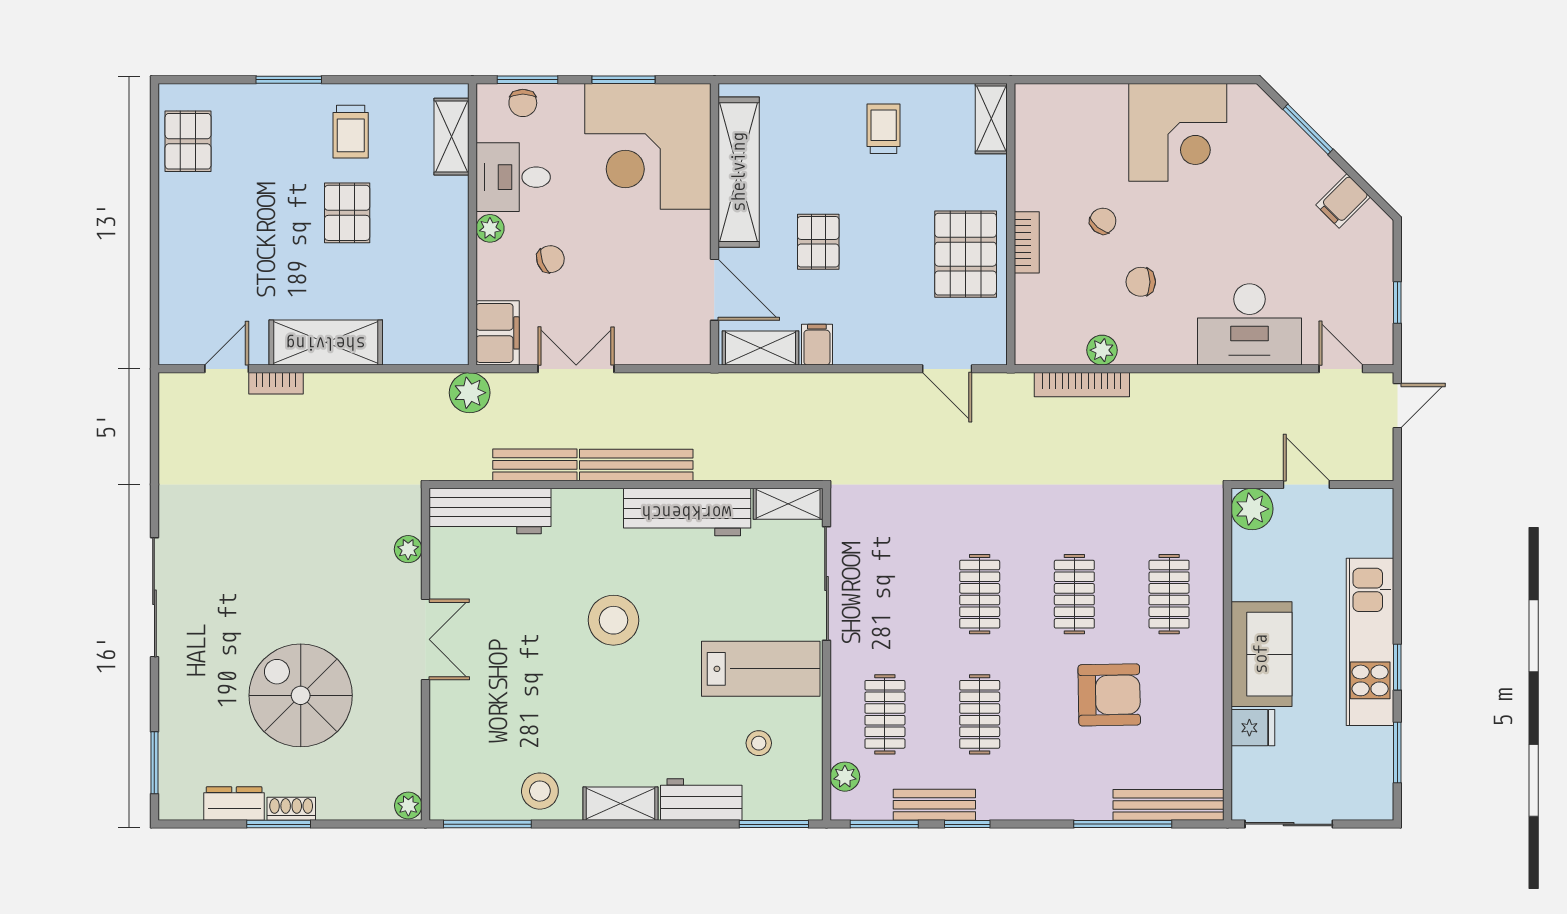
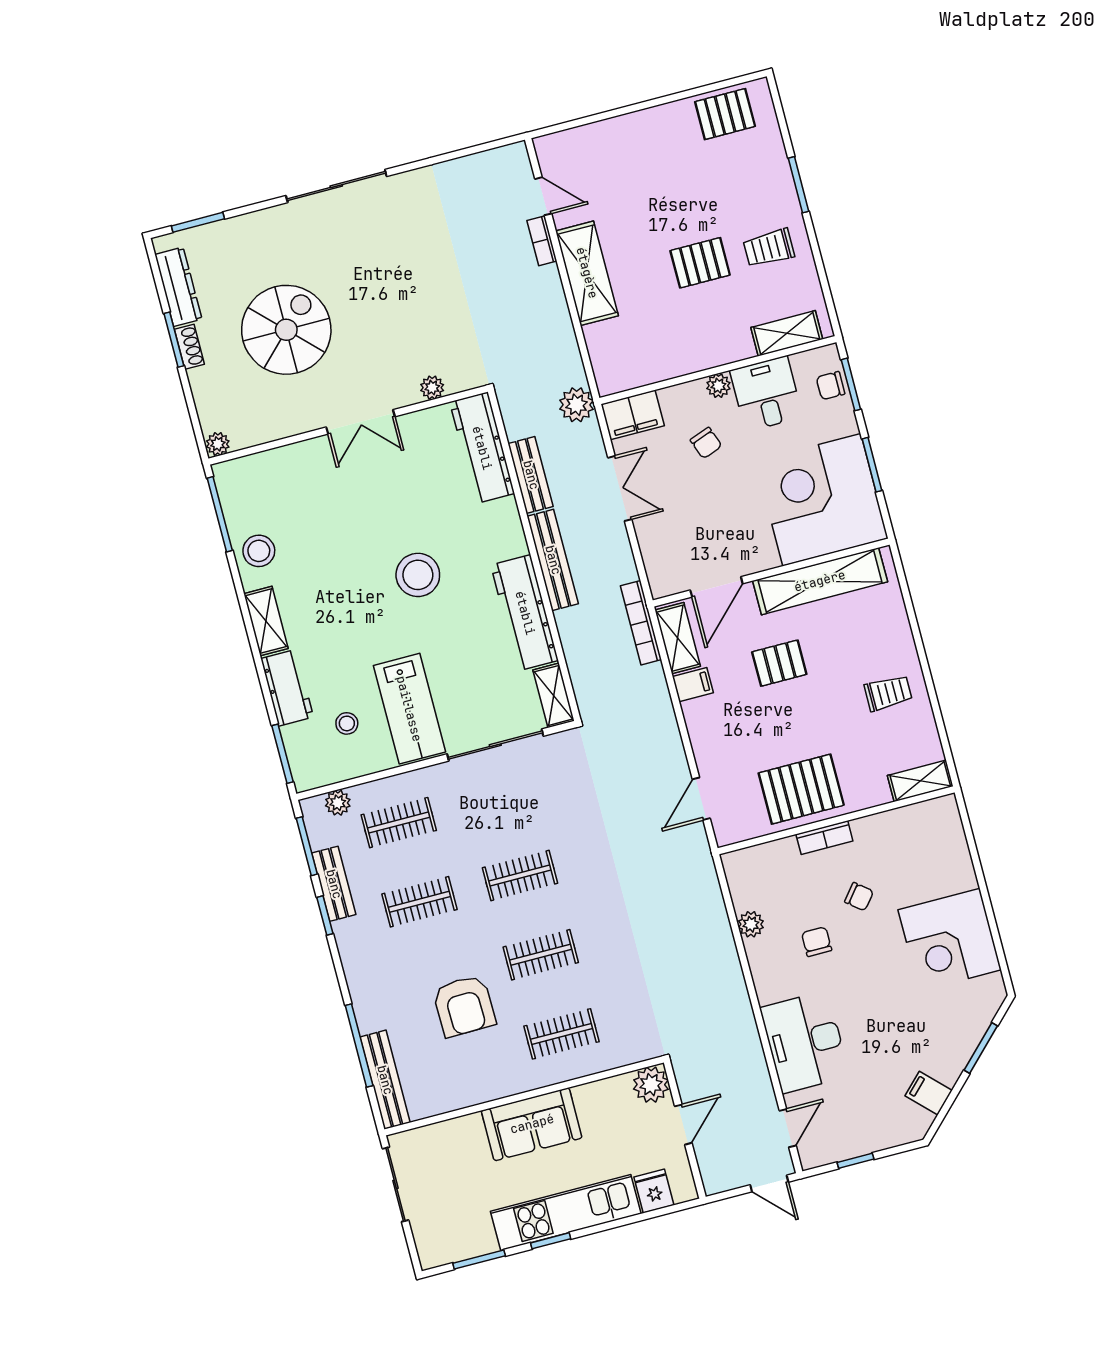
bookcase: (1082, 385) -> (641, 623), moved
fridge: (1253, 728) -> (654, 1191), moved, turned 180
dresser: (234, 804) -> (178, 287), width x1.44

